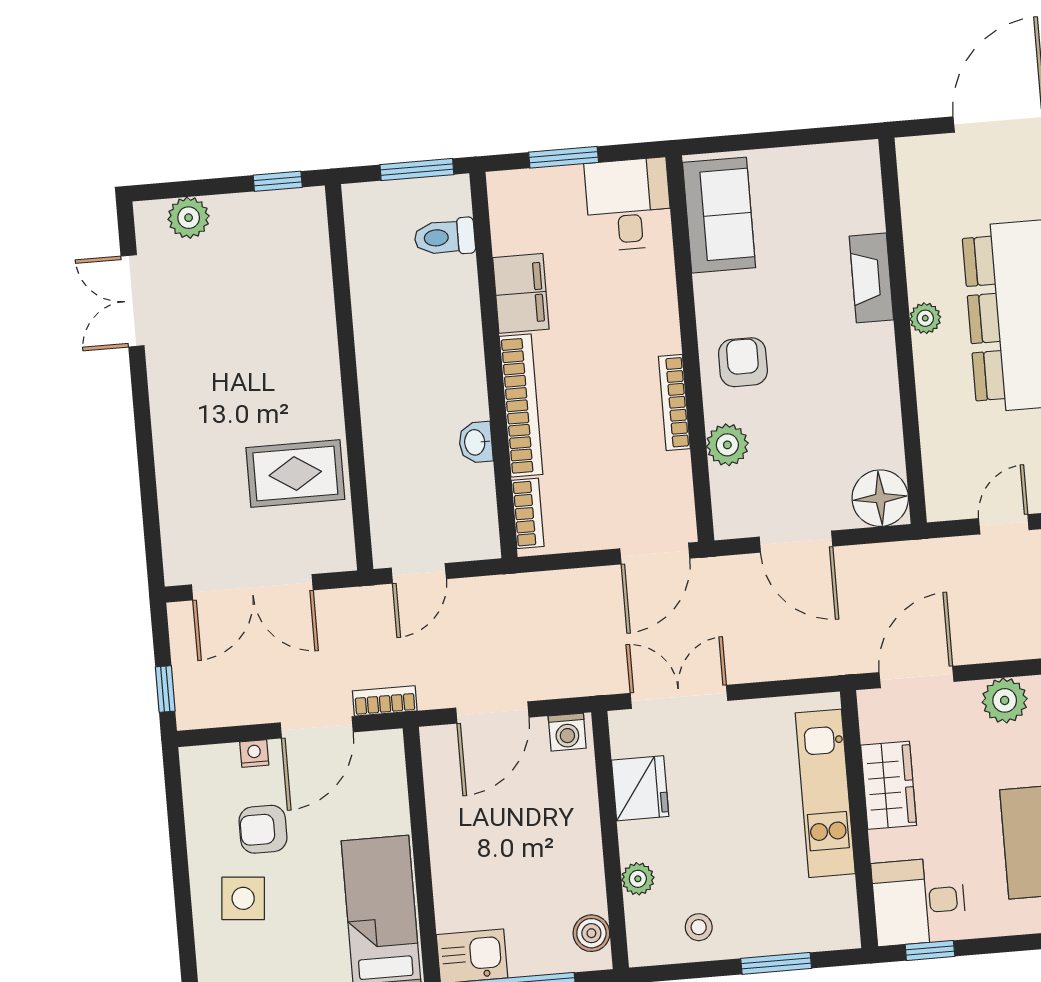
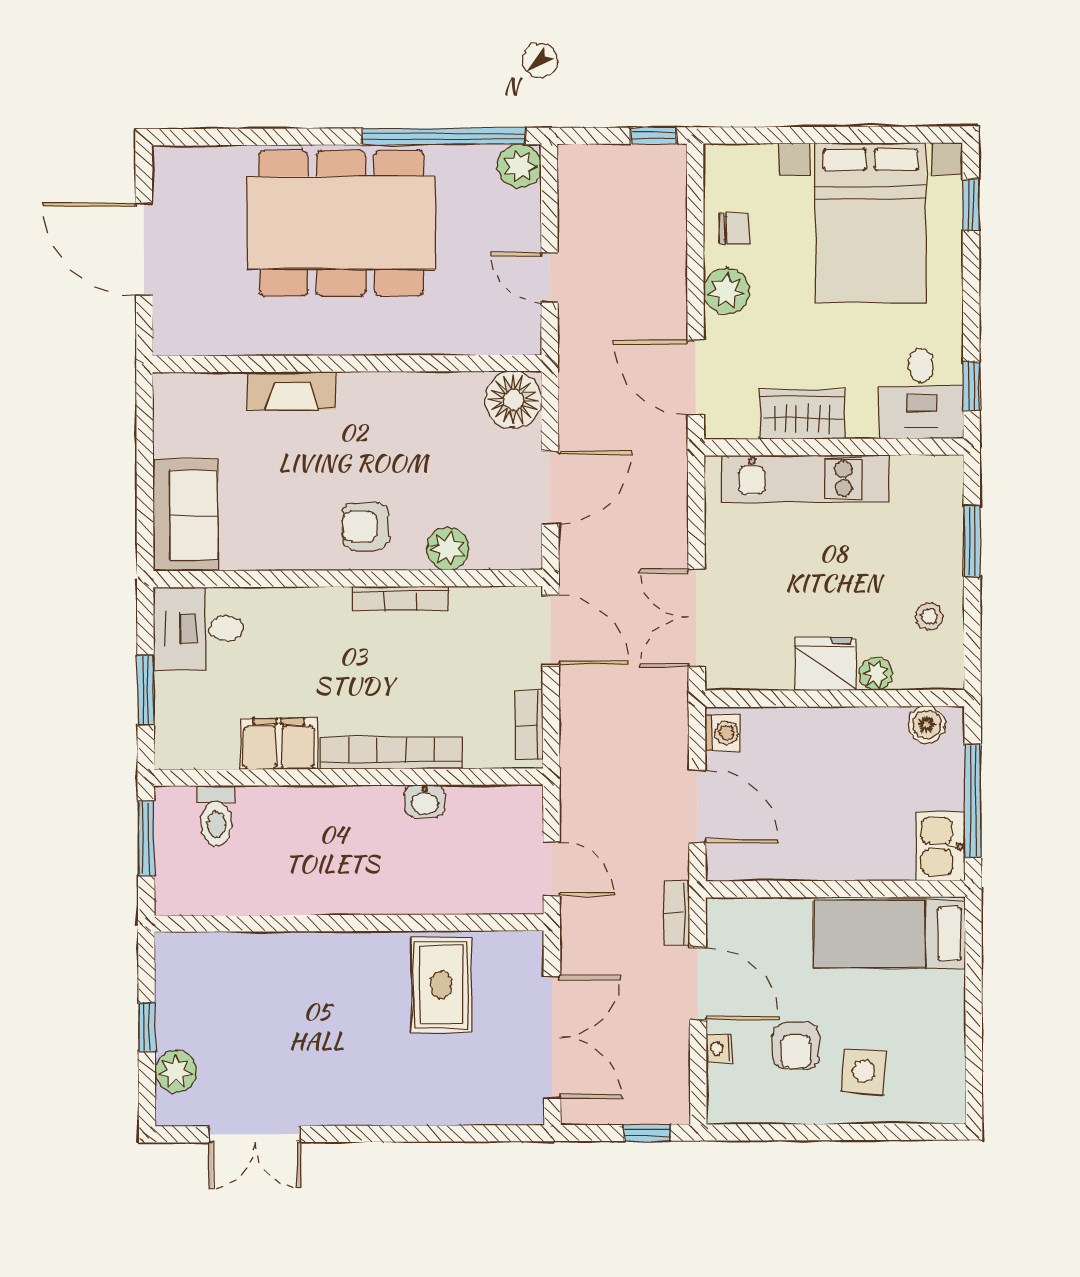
window: (278, 181) -> (147, 1027), moved
sofa: (719, 215) -> (185, 515), moved, turned 90
plant: (925, 318) -> (336, 340), removed
bookcase: (528, 513) -> (529, 725), moved, turned -90
fridge: (640, 788) -> (825, 664), moved

